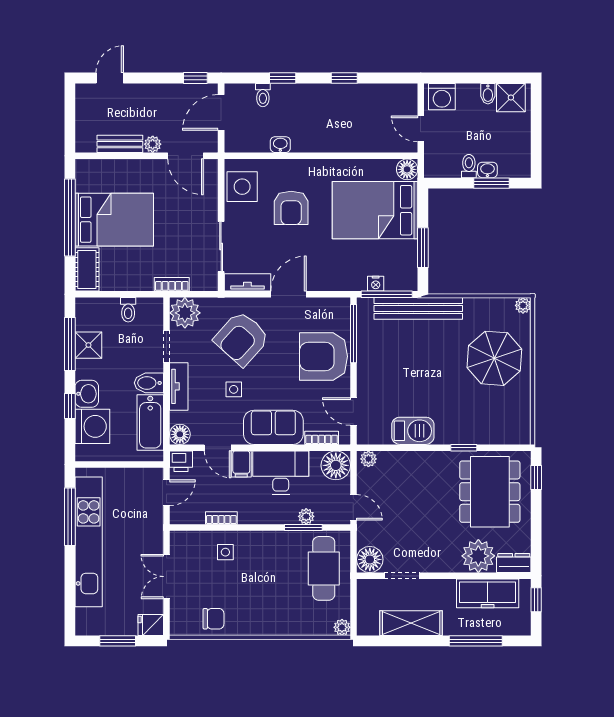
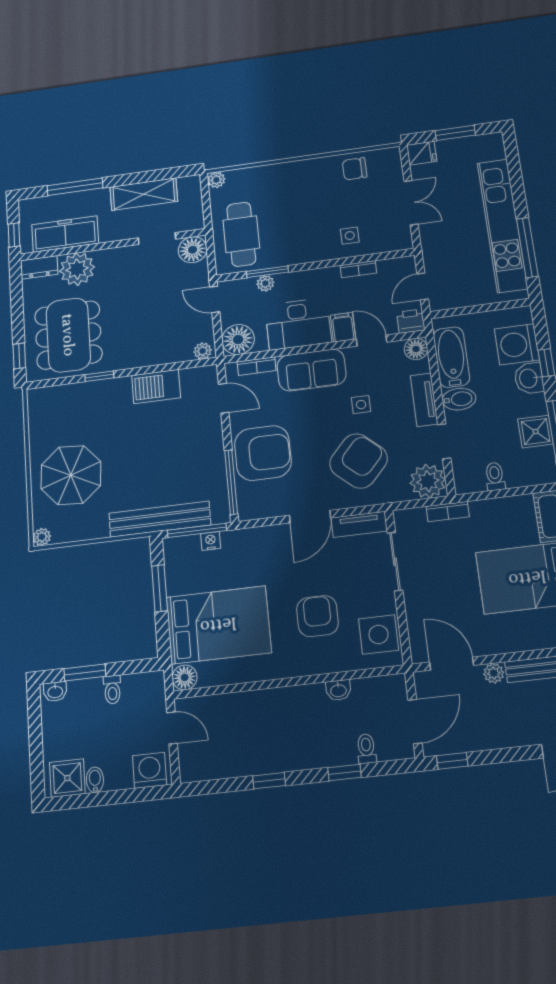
washbasin: (487, 170) -> (55, 691), moved

